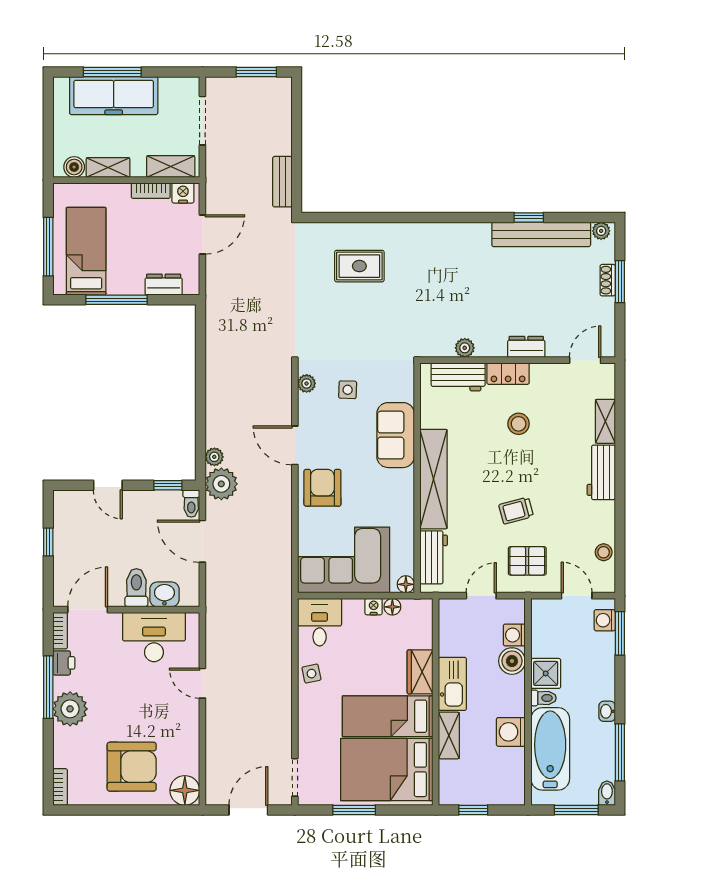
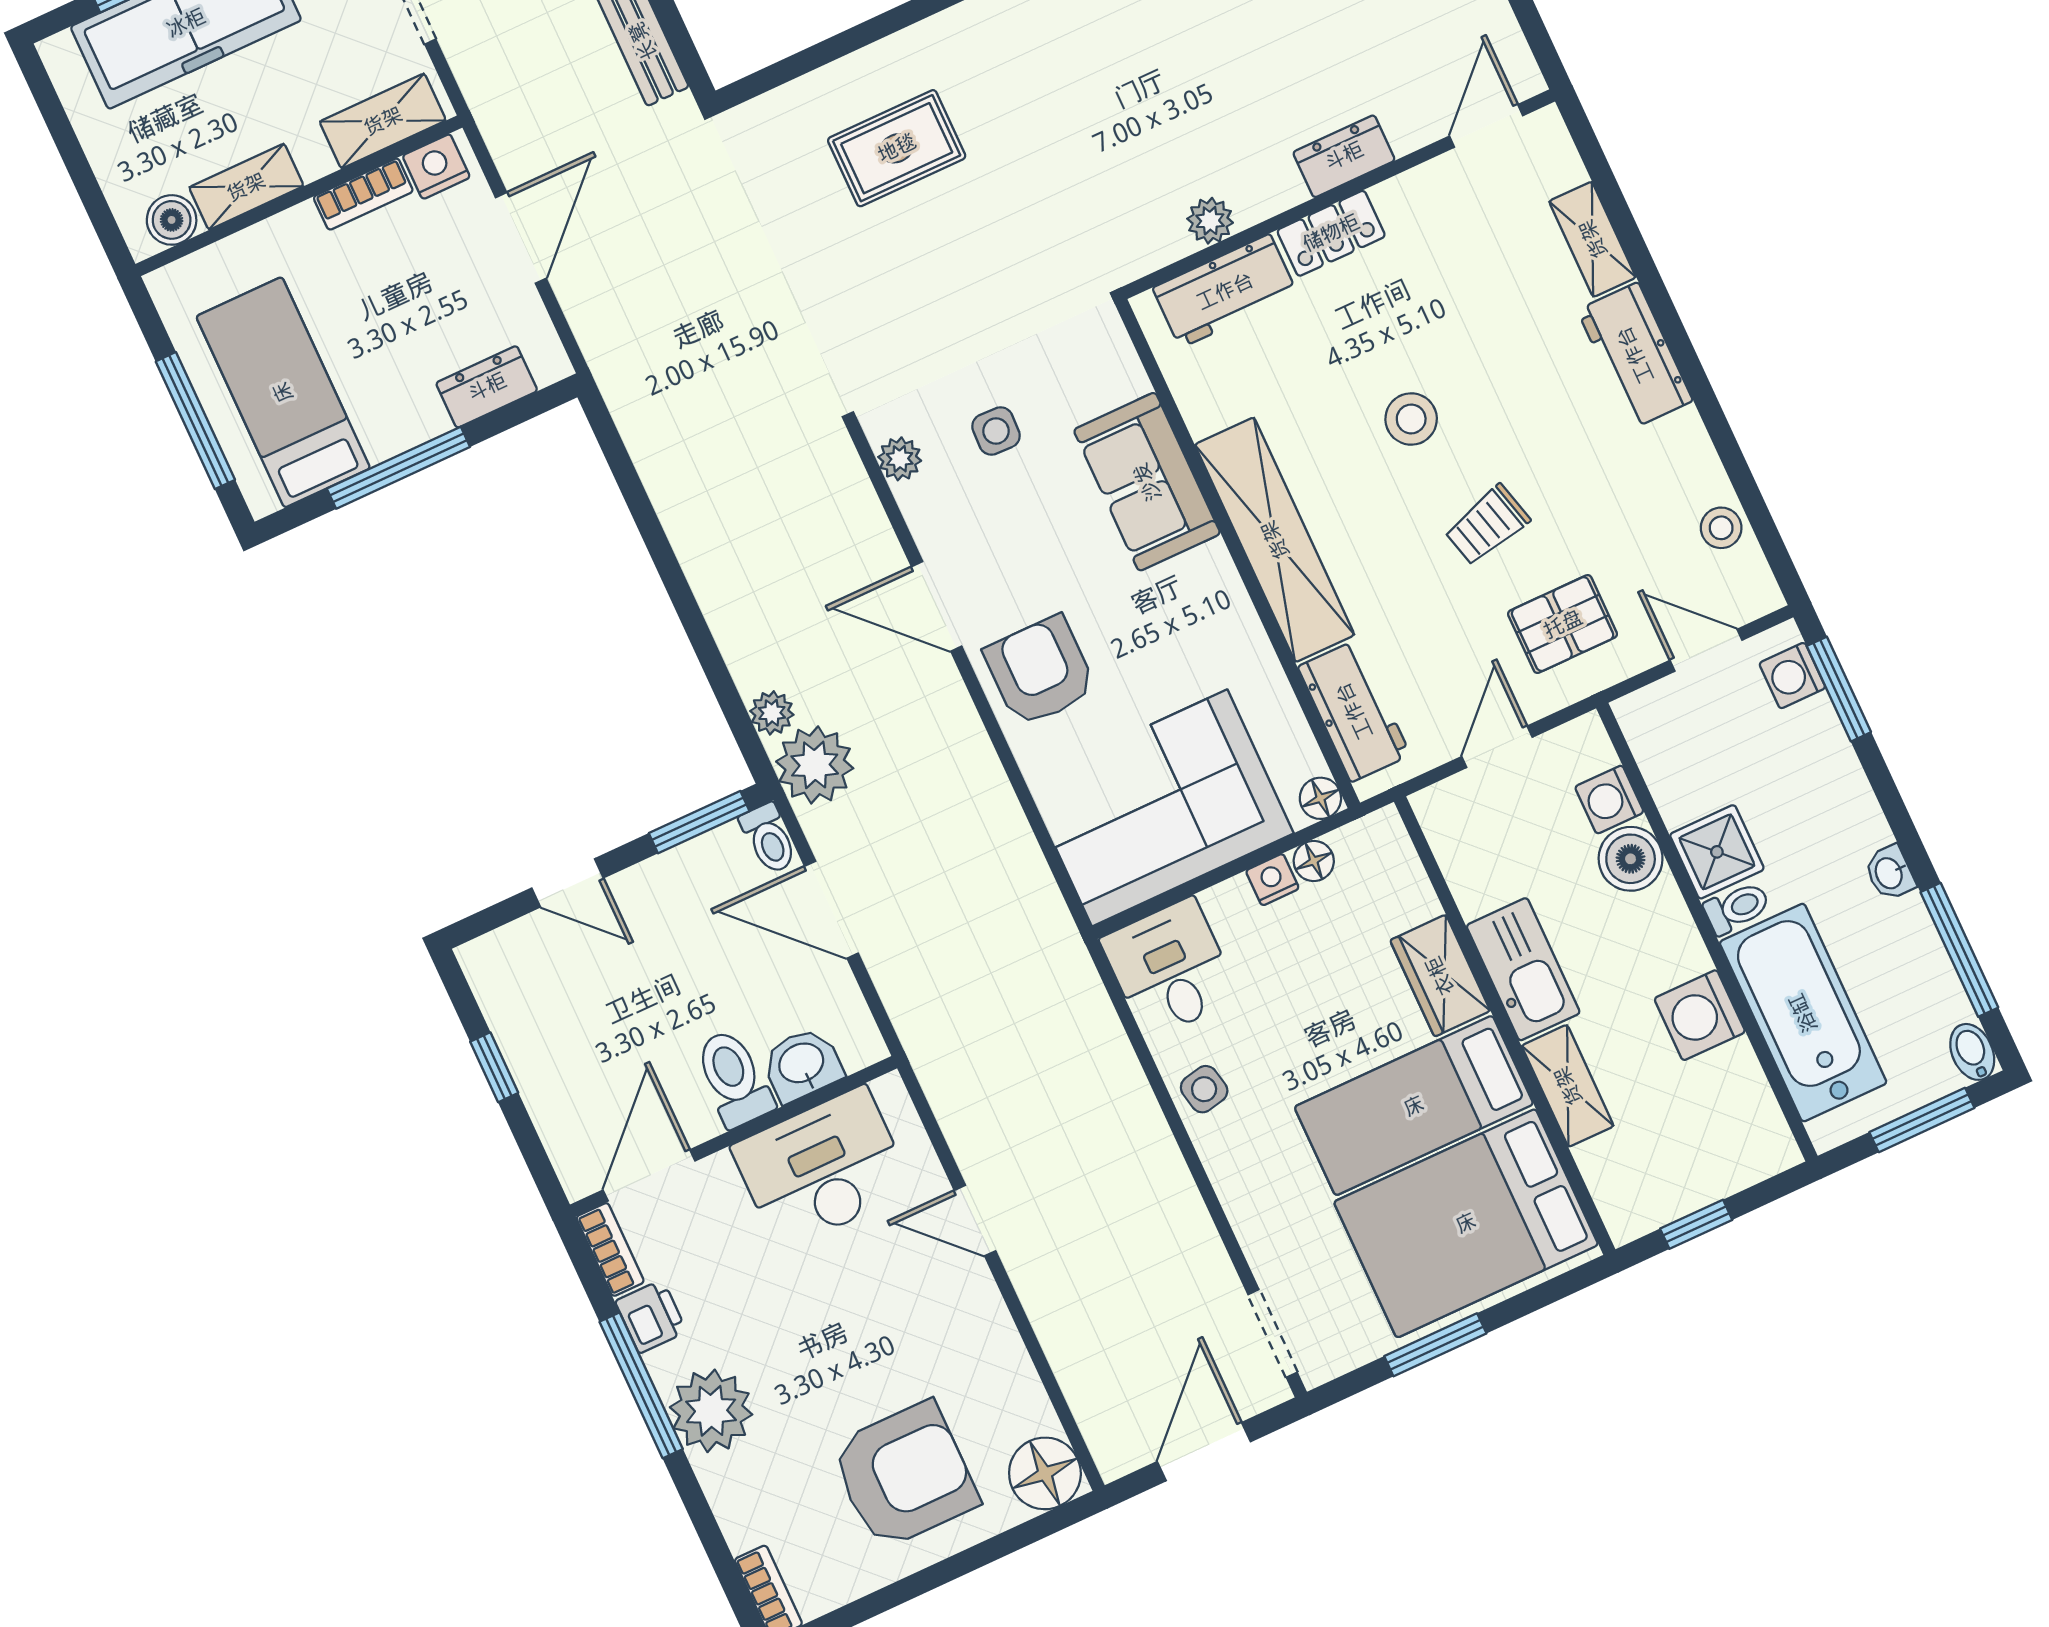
stool: (519, 424) -> (1411, 419), moved
window: (168, 485) -> (699, 822), width x1.50

